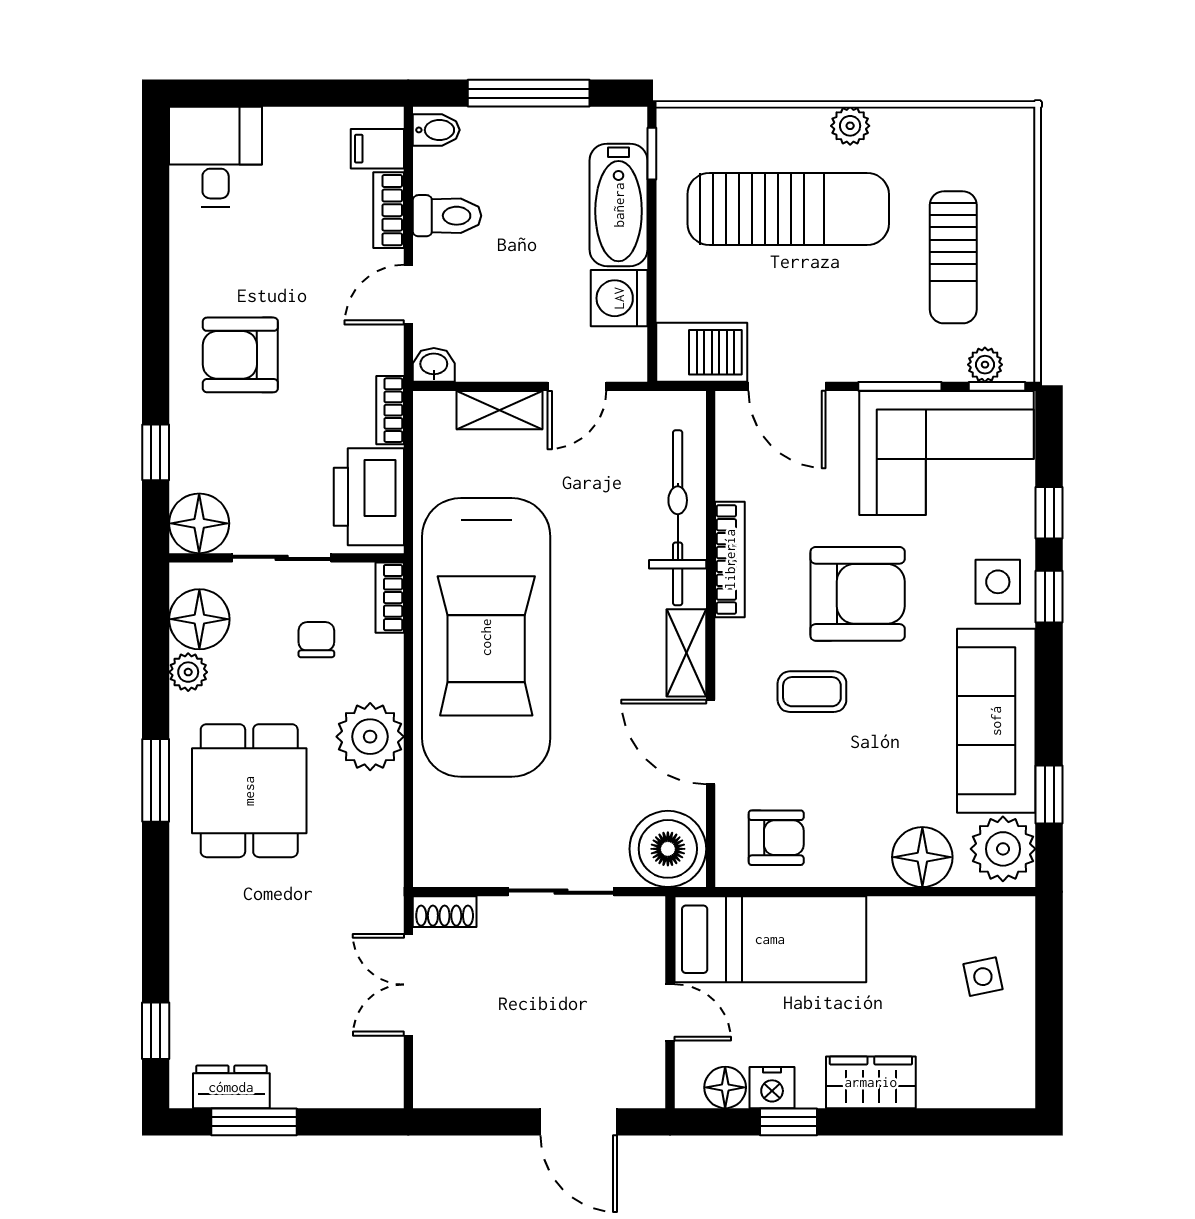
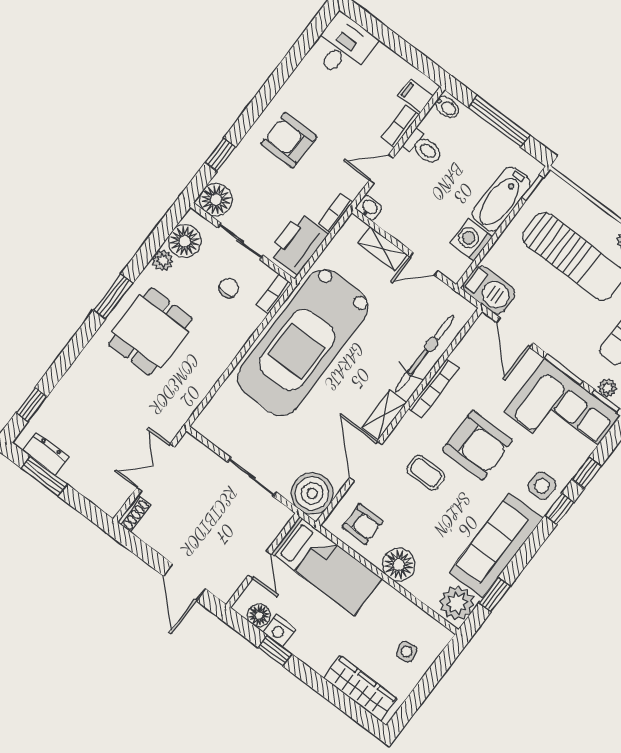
plant: (370, 737) -> (220, 348), removed
floor lamp: (922, 857) -> (399, 565), moved
shoe rack: (445, 912) -> (134, 513), moved, turned -90
wardrobe: (871, 1082) -> (360, 688), moved, width x1.50

